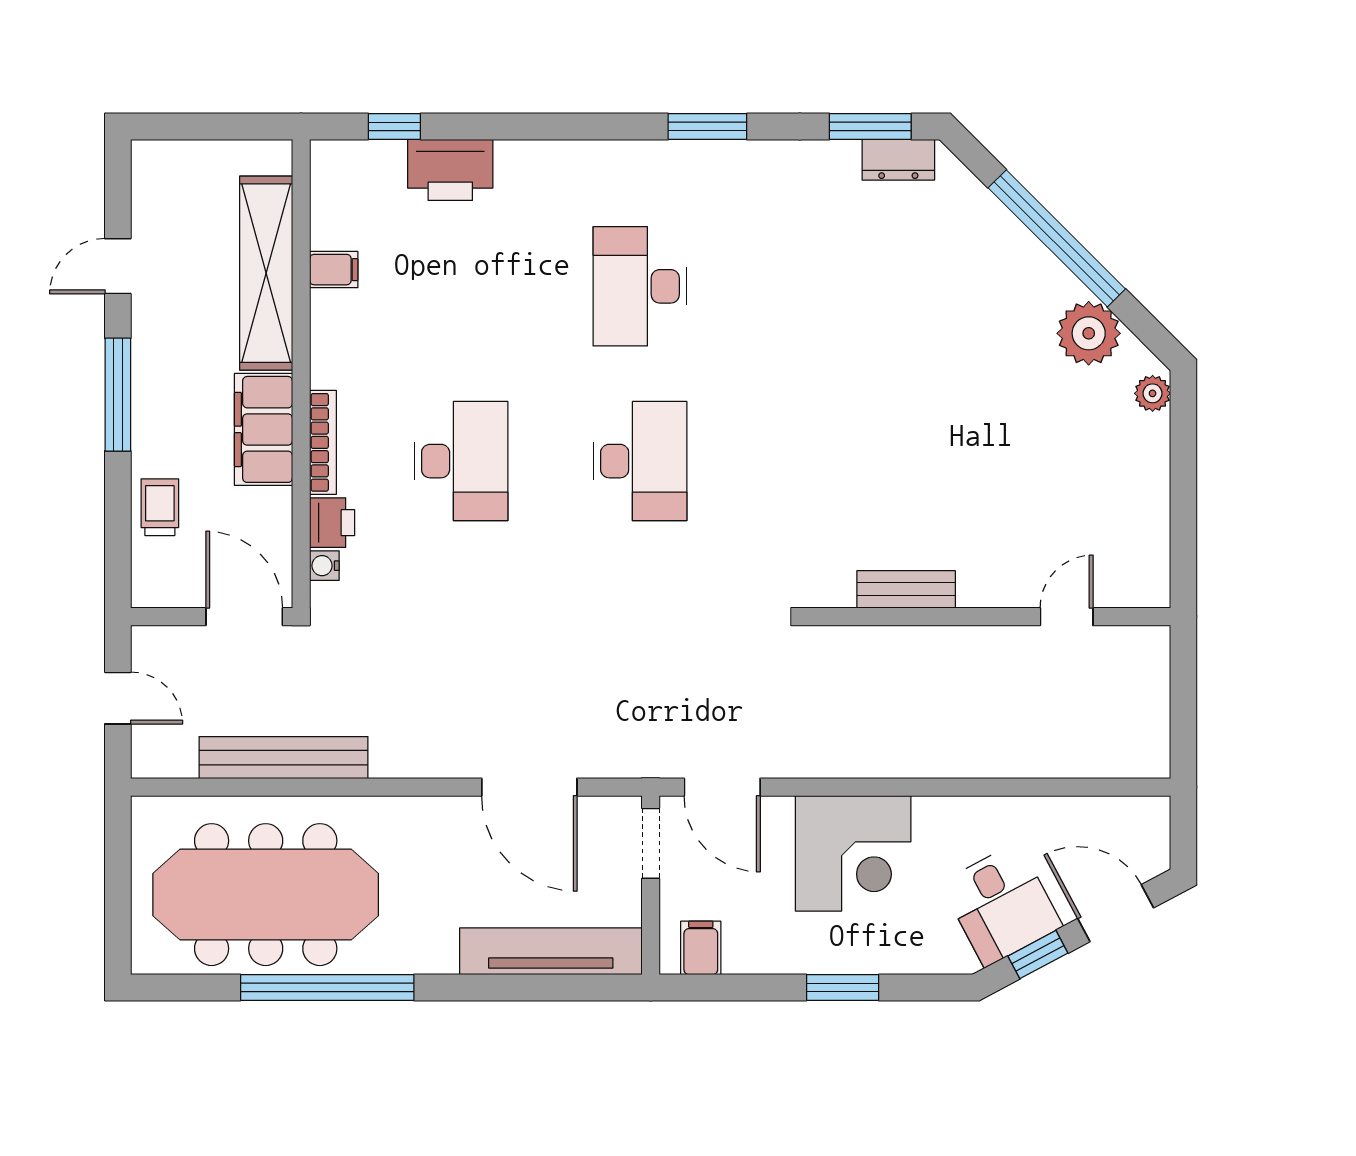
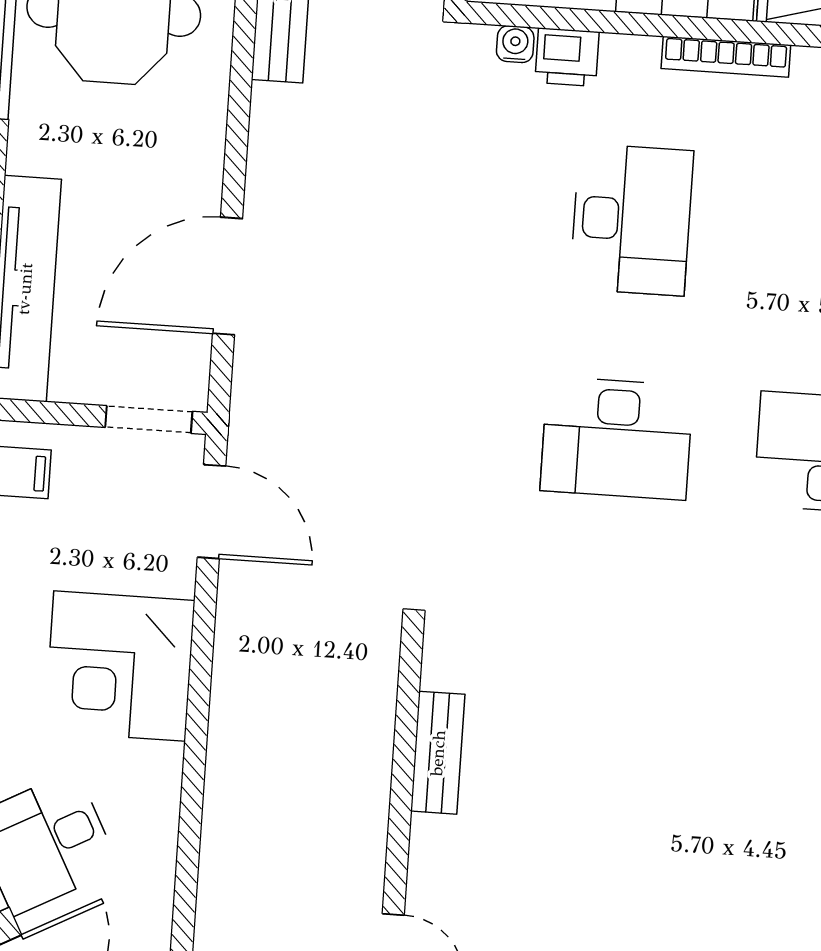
bookcase: (323, 442) -> (726, 57), moved
desk: (461, 461) -> (632, 220), turned -90
door: (722, 787) -> (211, 512), swing flipped

